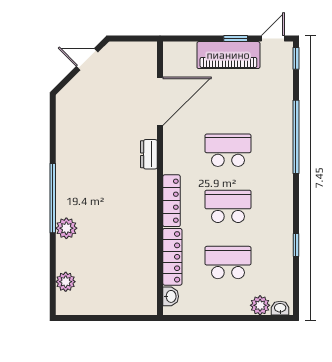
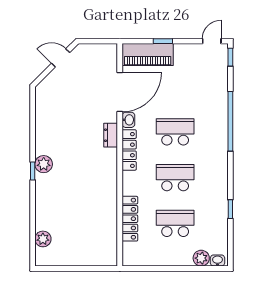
window: (236, 39) -> (163, 41), moved
piano: (228, 55) -> (148, 55), moved
window: (53, 198) -> (33, 171), width x0.32
locker: (172, 201) -> (129, 150), moved
plant: (66, 228) -> (44, 164), moved
washbasin: (171, 296) -> (128, 120), moved

